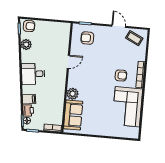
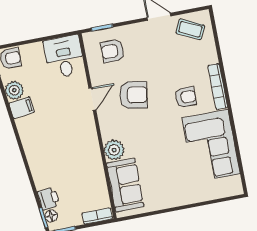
armchair: (92, 66) -> (133, 95), added
desk: (33, 74) -> (64, 57), moved, turned 97
filing cabinet: (29, 99) -> (22, 108), moved

